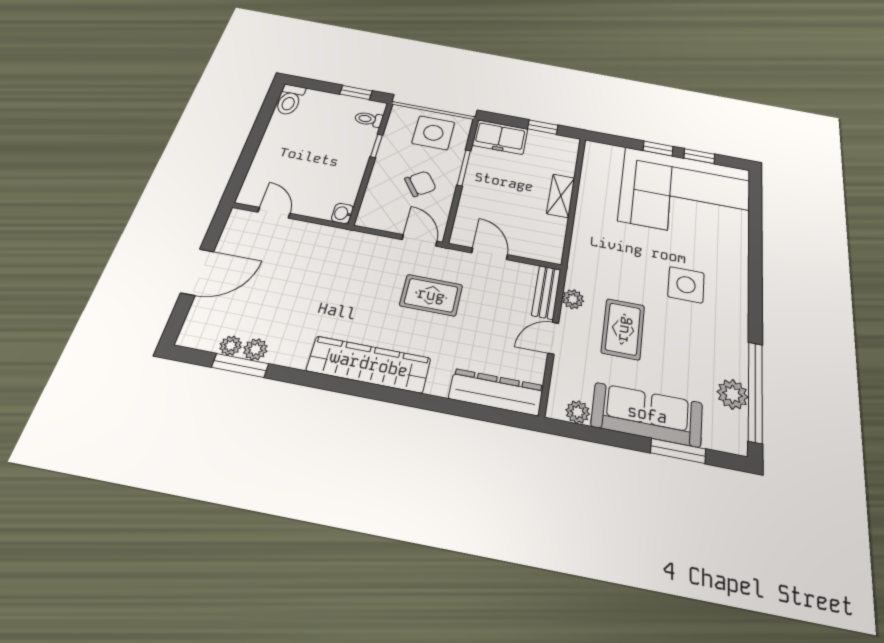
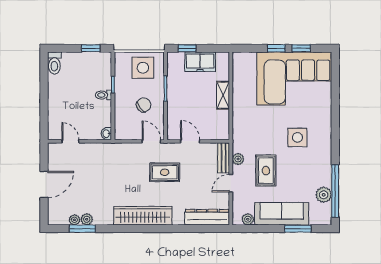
toilet: (369, 119) -> (104, 95), moved
window: (543, 127) -> (187, 48), moved
freezer: (500, 137) -> (200, 62), moved

